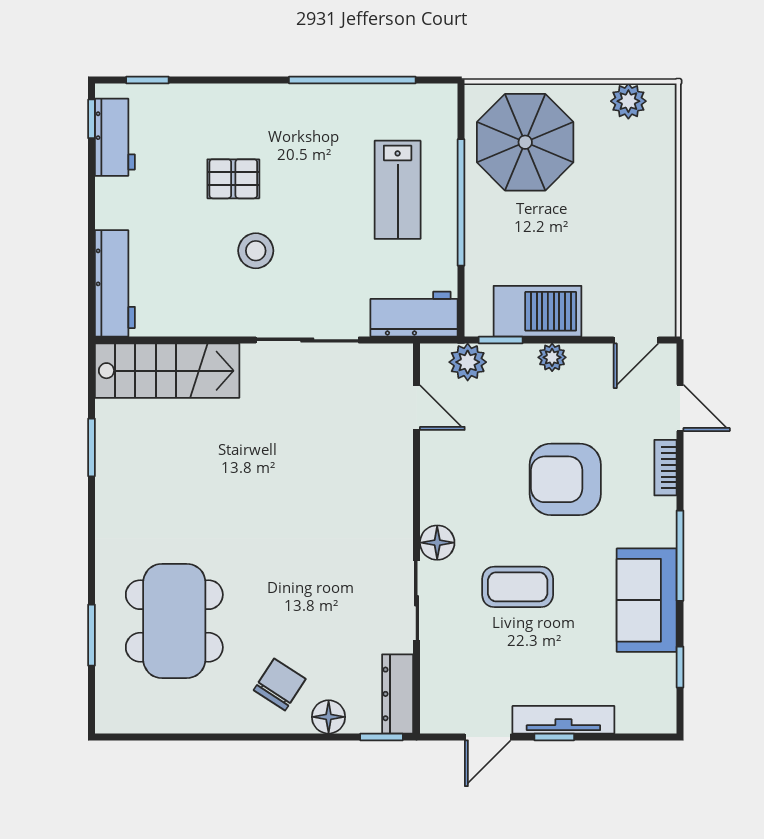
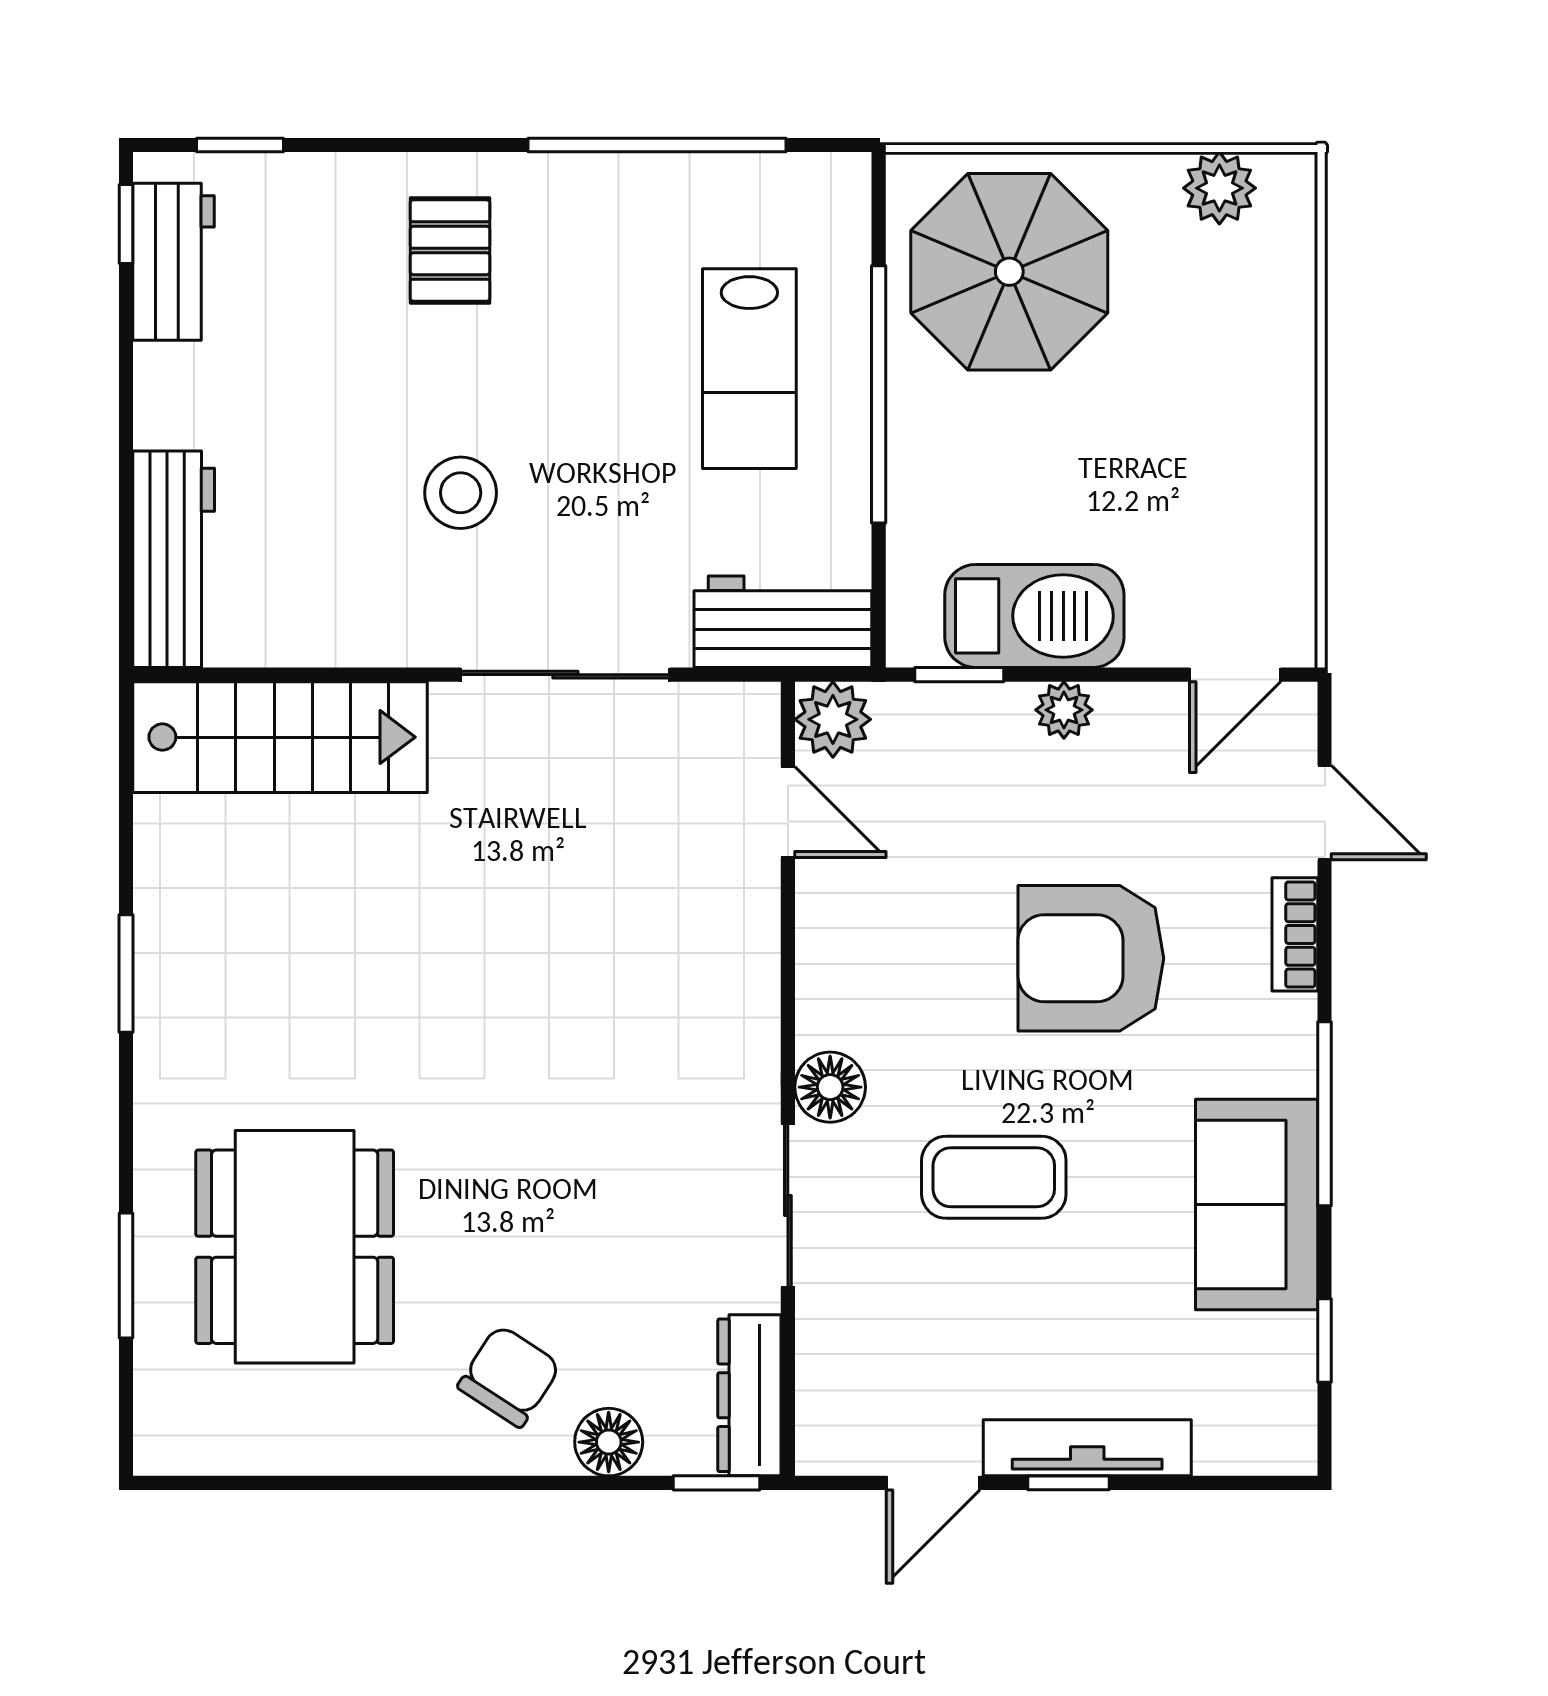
pallet: (233, 179) -> (450, 251), moved, turned 90
plant: (468, 362) -> (833, 719), moved
window: (91, 447) -> (126, 974), moved

